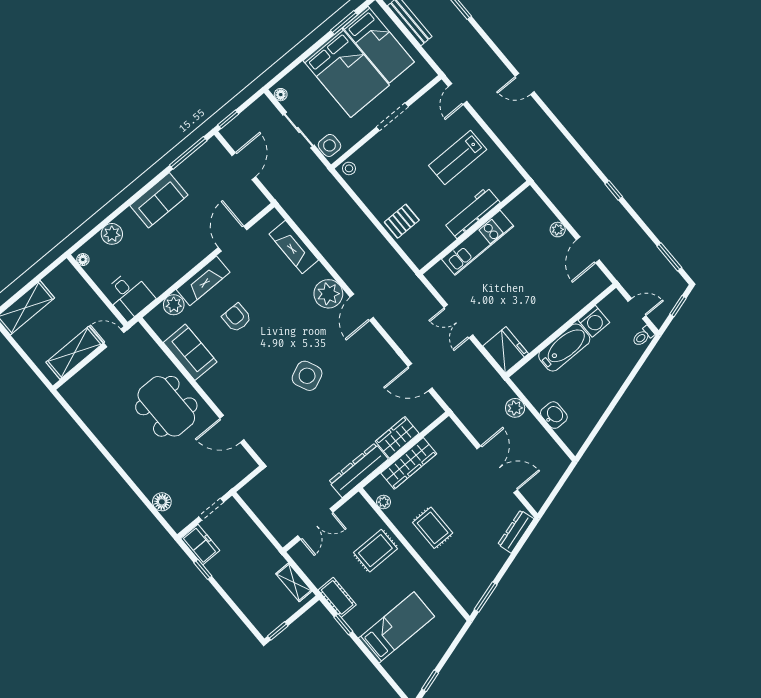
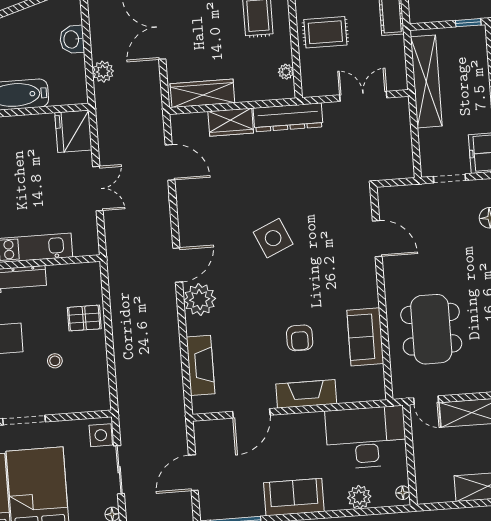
stool: (349, 168) -> (55, 361), moved
desk: (129, 295) -> (366, 437), width x1.87, depth x1.30
plant: (174, 305) -> (349, 391), removed
dining table: (166, 406) -> (431, 329), moved
wardrobe: (409, 463) -> (202, 93), moved
shelving: (294, 582) -> (426, 81), width x2.20, depth x1.33

